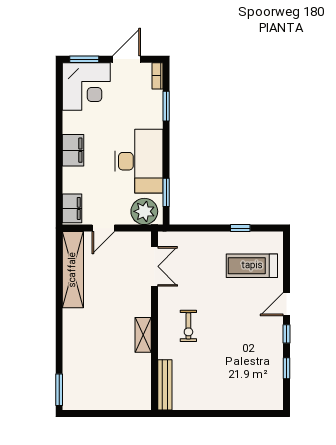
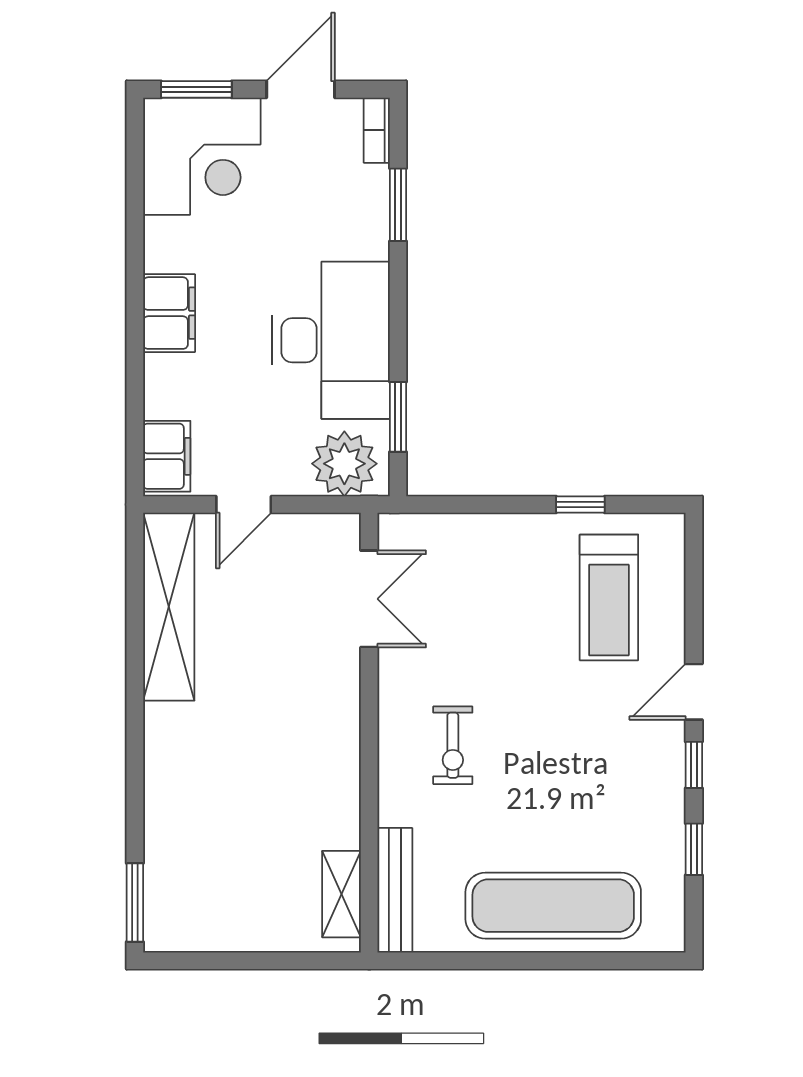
treadmill: (252, 266) -> (609, 597), turned -90
shelving: (143, 335) -> (342, 894), moved
exercise mat: (229, 391) -> (553, 906), added

